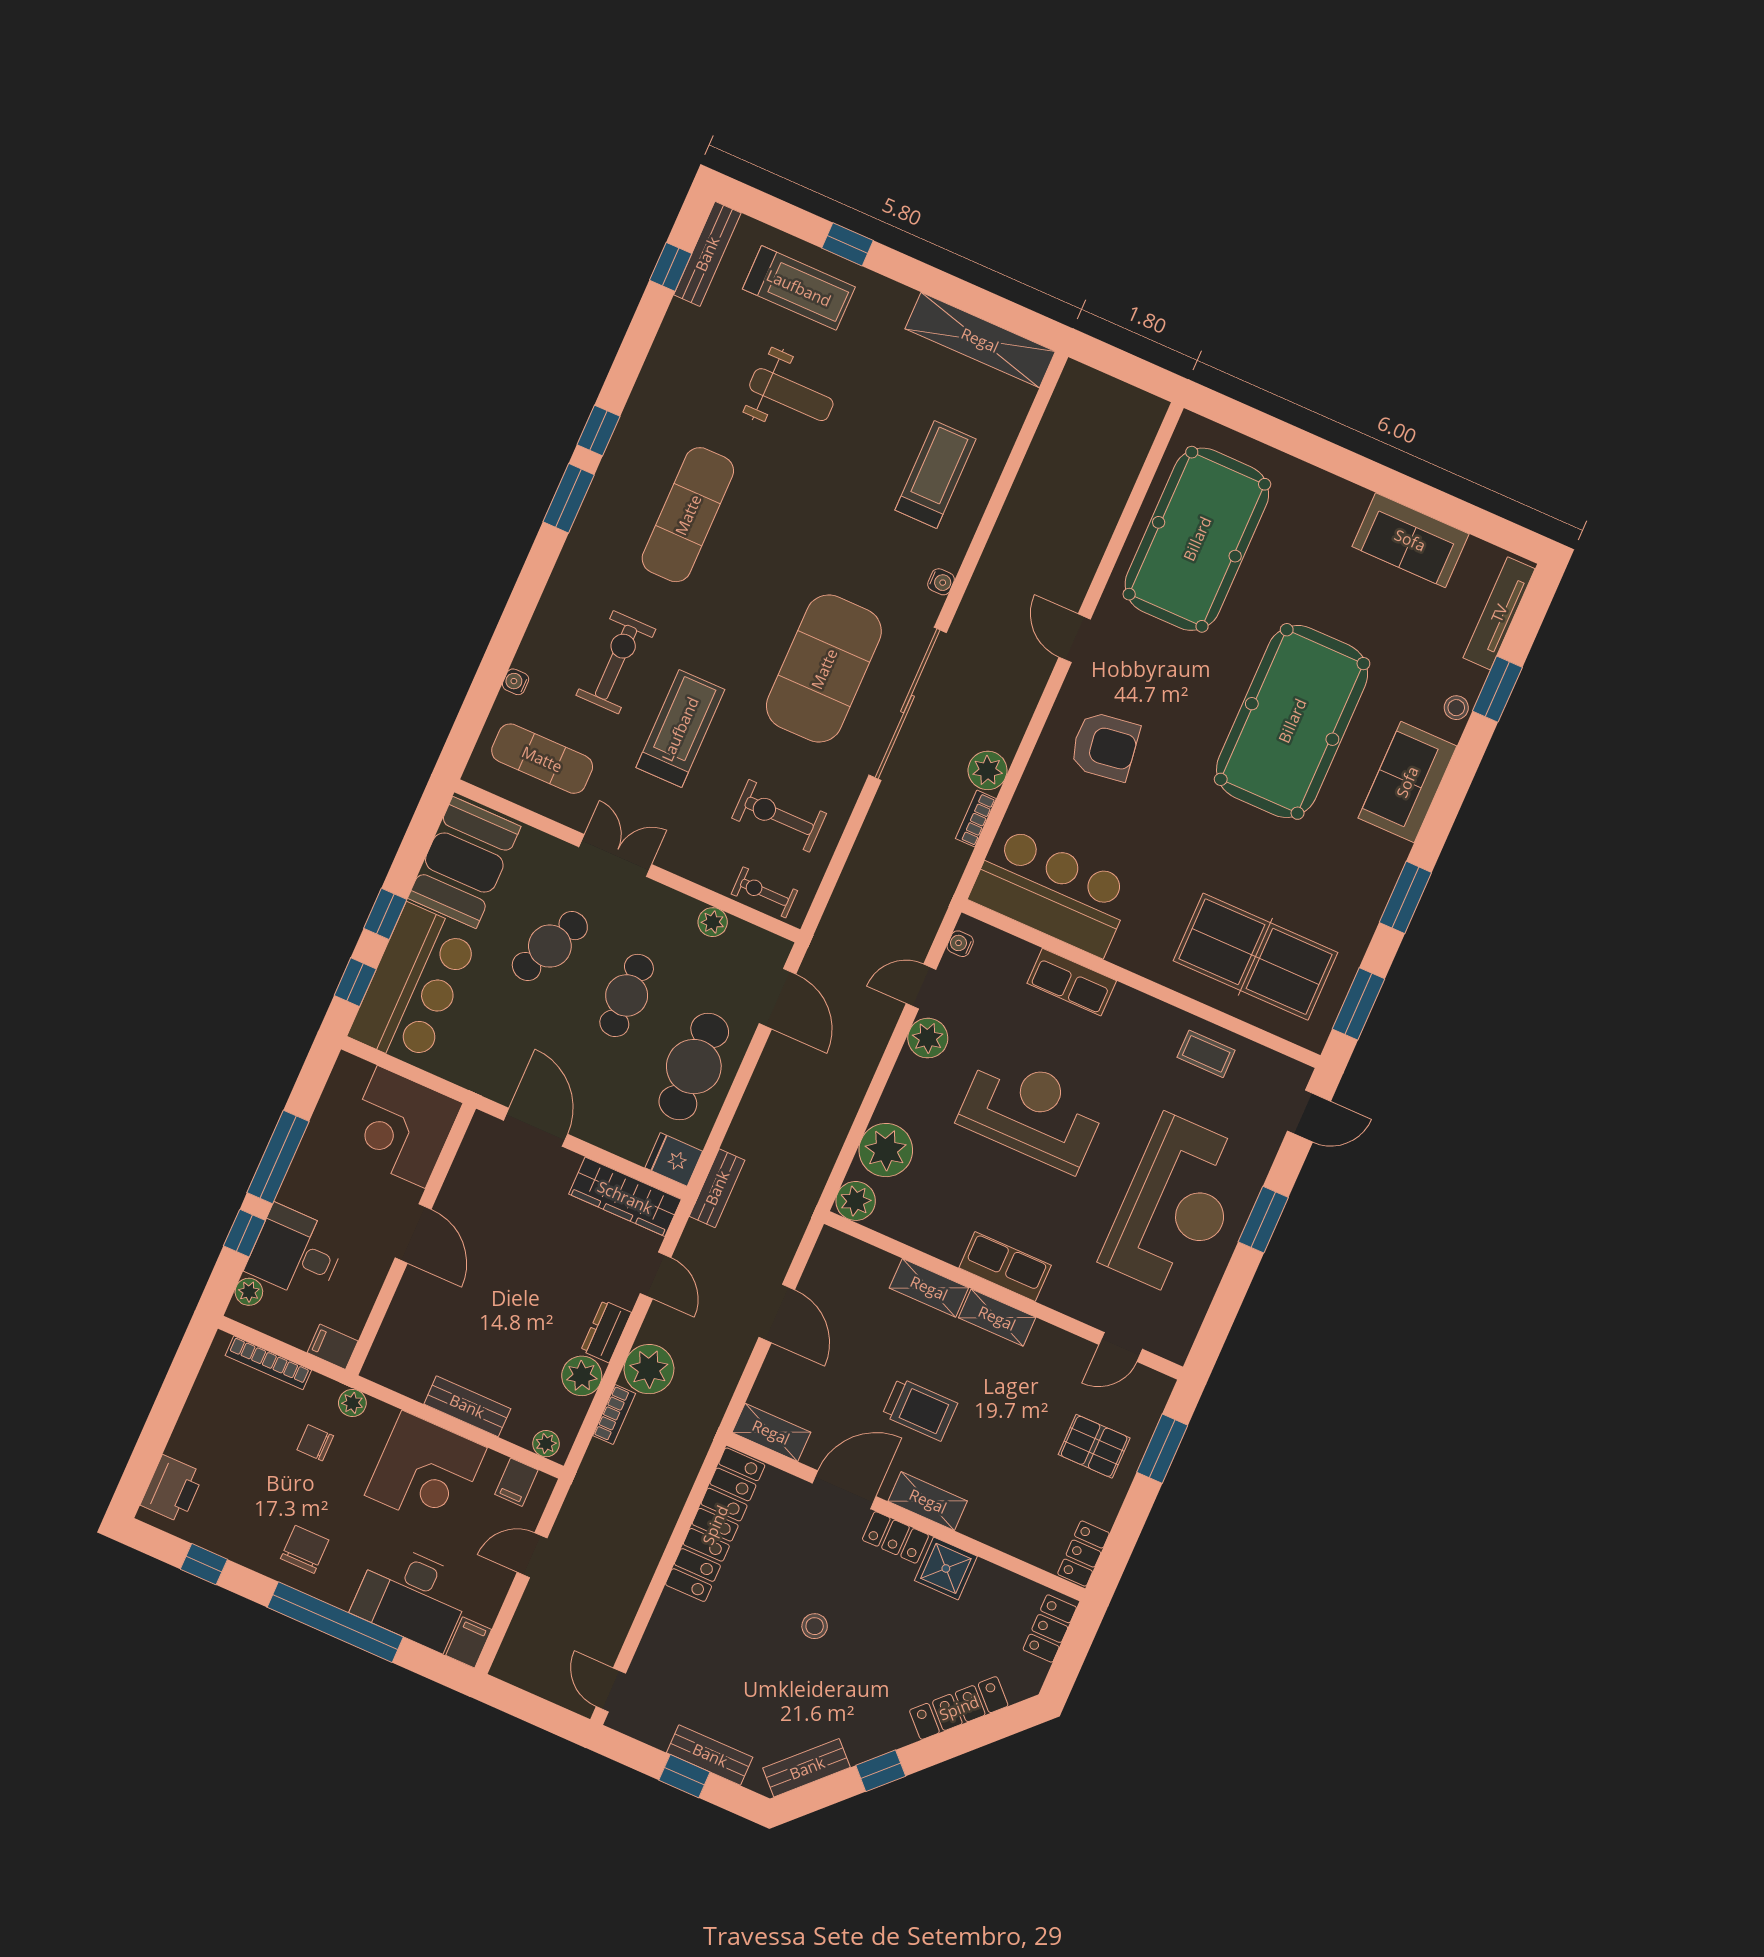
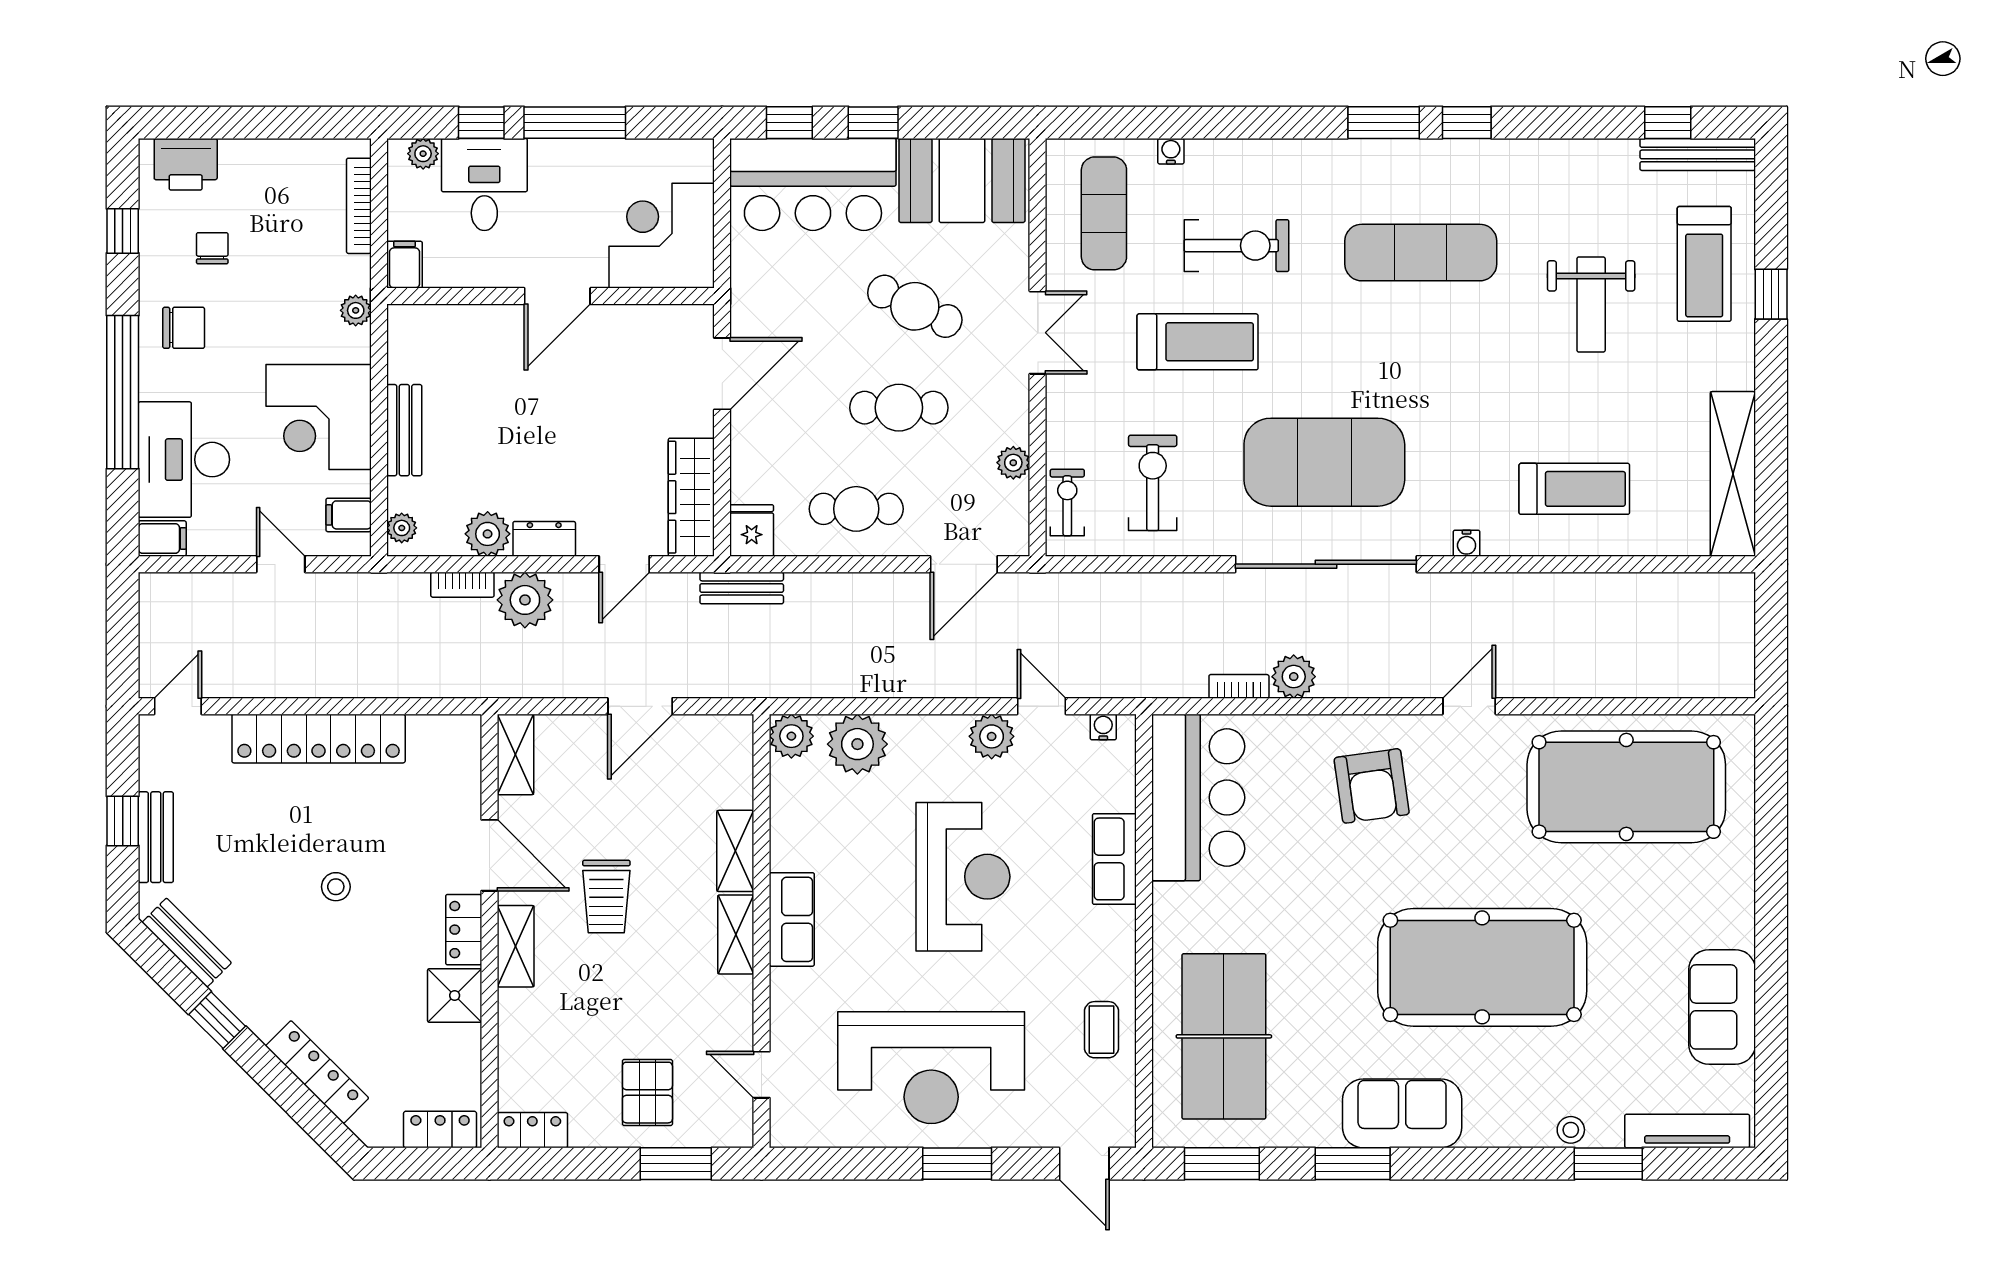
sofa: (1407, 782) -> (1402, 1113), moved
cafe table: (694, 1067) -> (856, 509), width x0.73, depth x0.74
chair: (315, 1443) -> (212, 248), moved
locker: (715, 1525) -> (319, 739), moved

